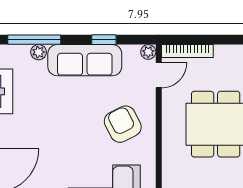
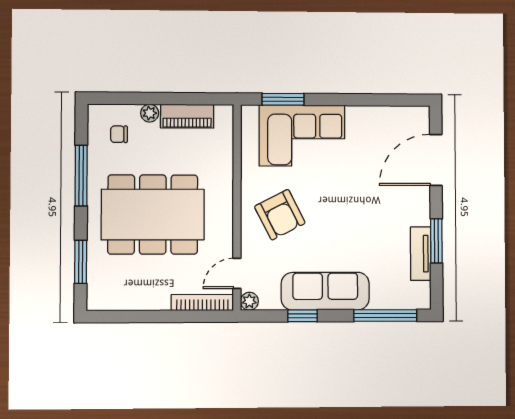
plant: (39, 52) -> (380, 300), removed

